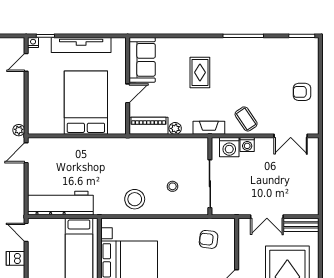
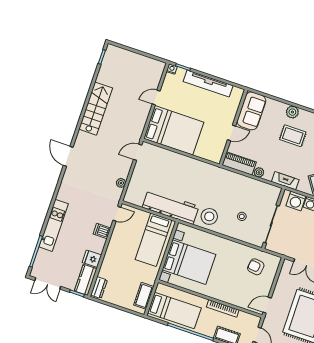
plant: (190, 45) -> (292, 112), added
door: (26, 62) -> (156, 97), moved
rug: (200, 72) -> (293, 136), turned 90
bed: (86, 103) -> (174, 130), moved, turned 90
plant: (19, 130) -> (121, 183), moved
workbench: (60, 203) -> (171, 207), moved
door: (26, 232) -> (117, 214), swing flipped

